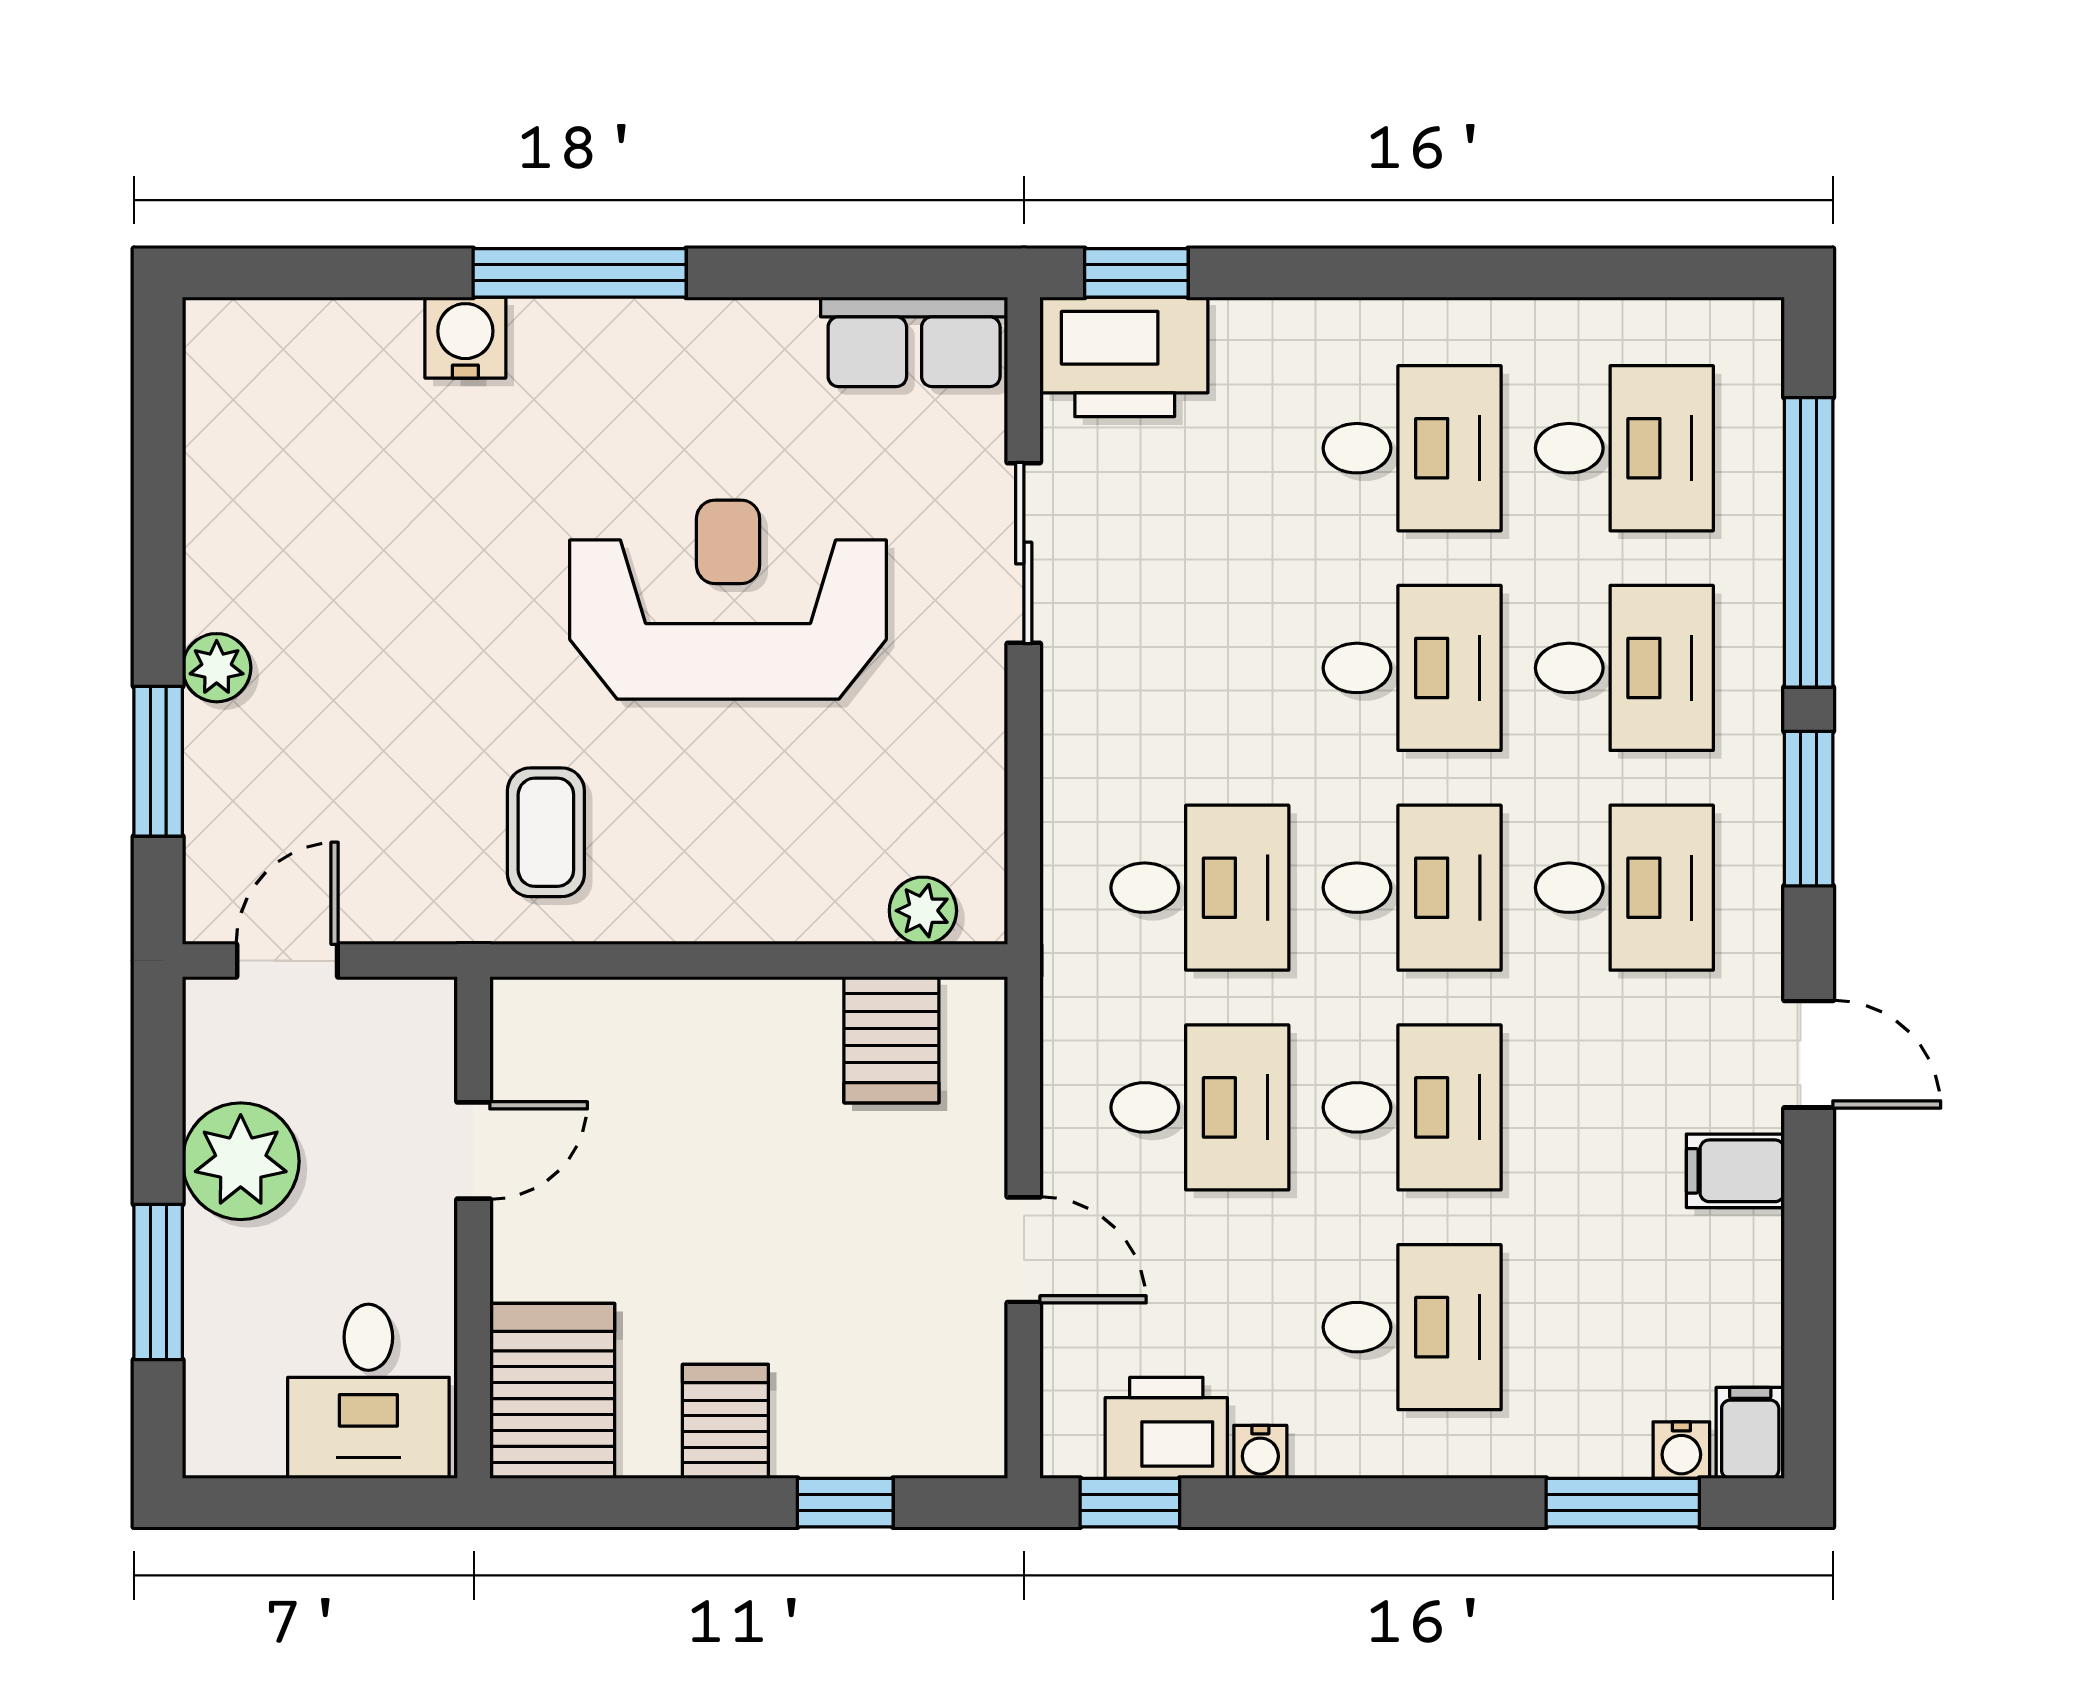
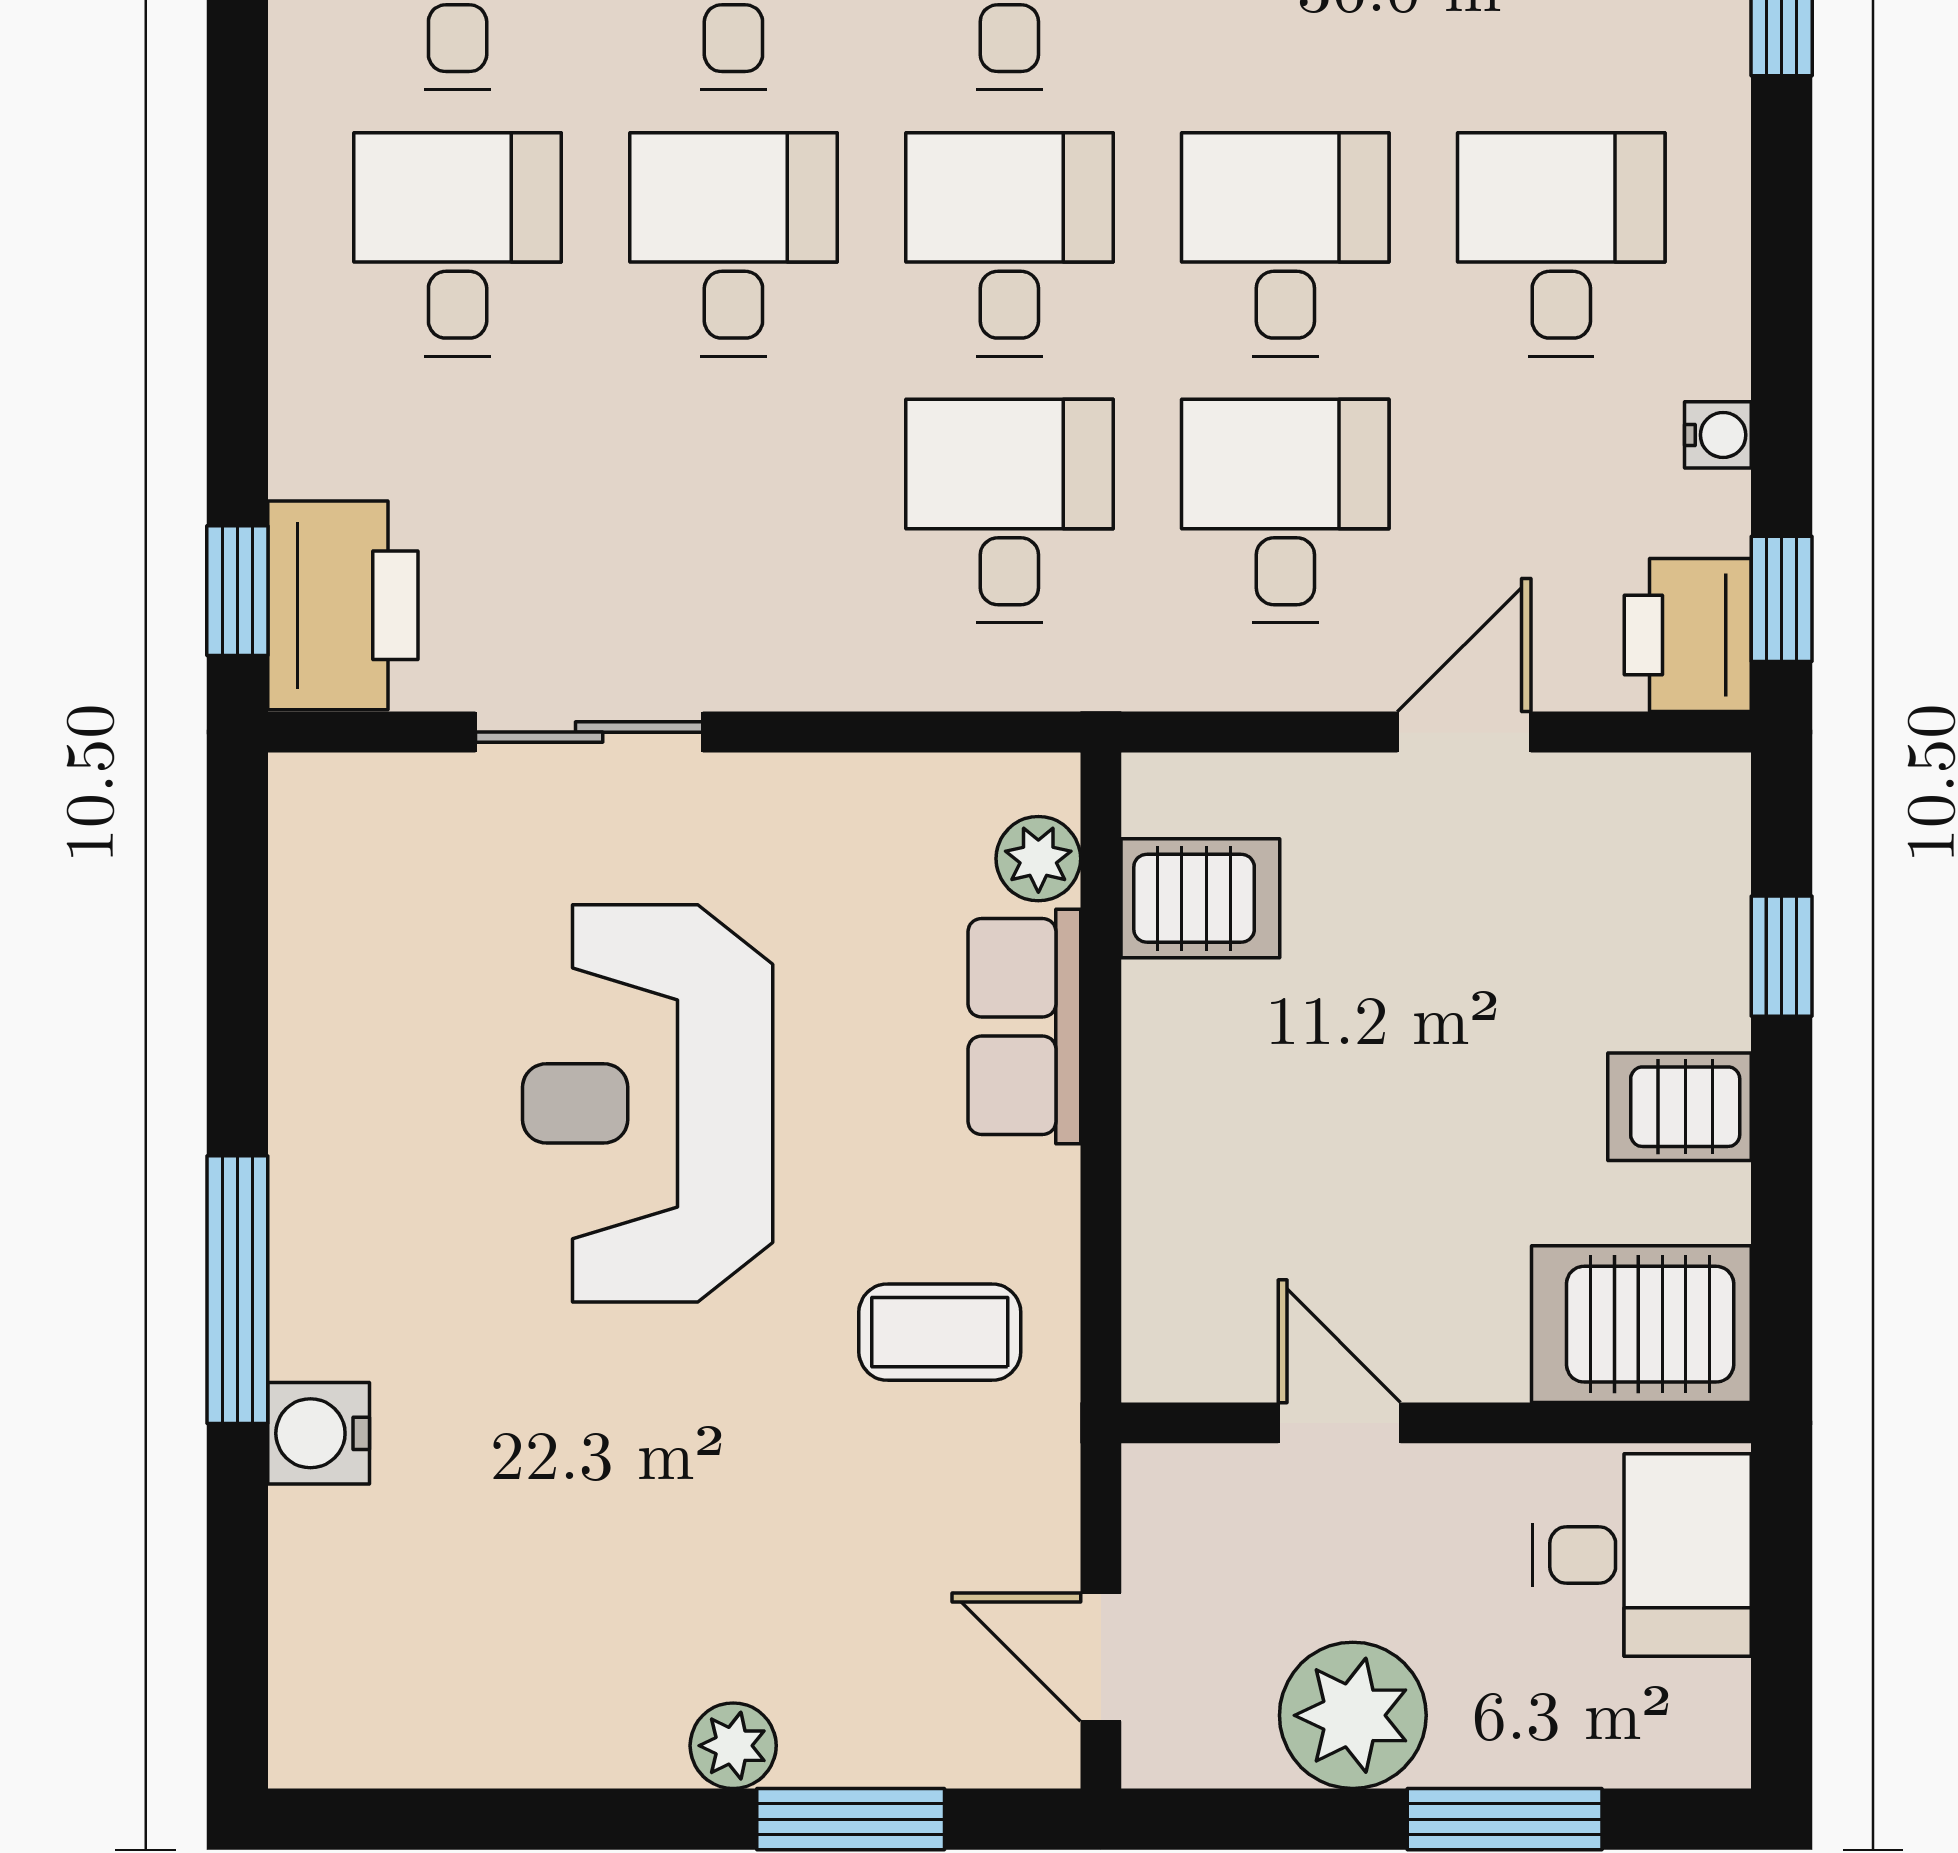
row of seats: (914, 342) -> (1024, 1027), moved, turned 180
printer: (1166, 1428) -> (1688, 635), moved

